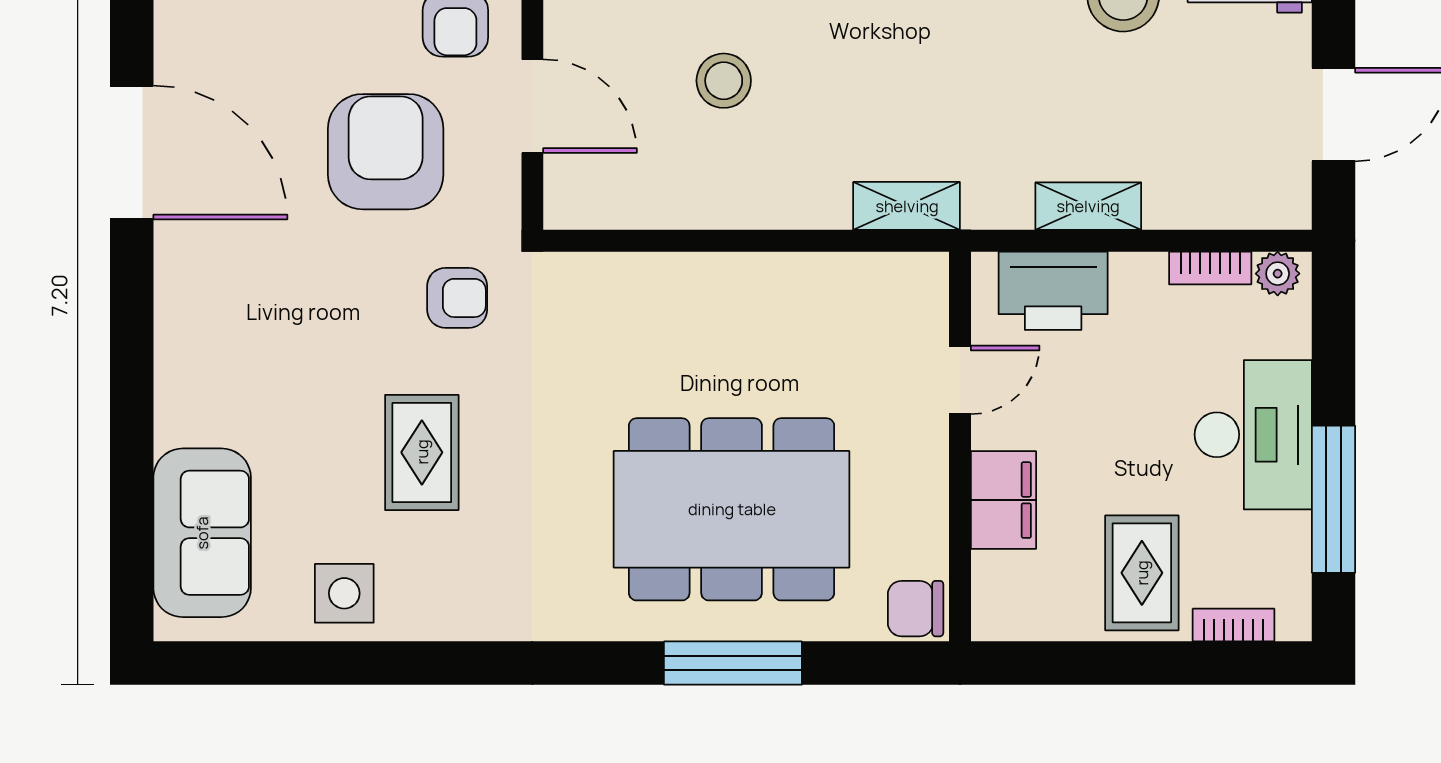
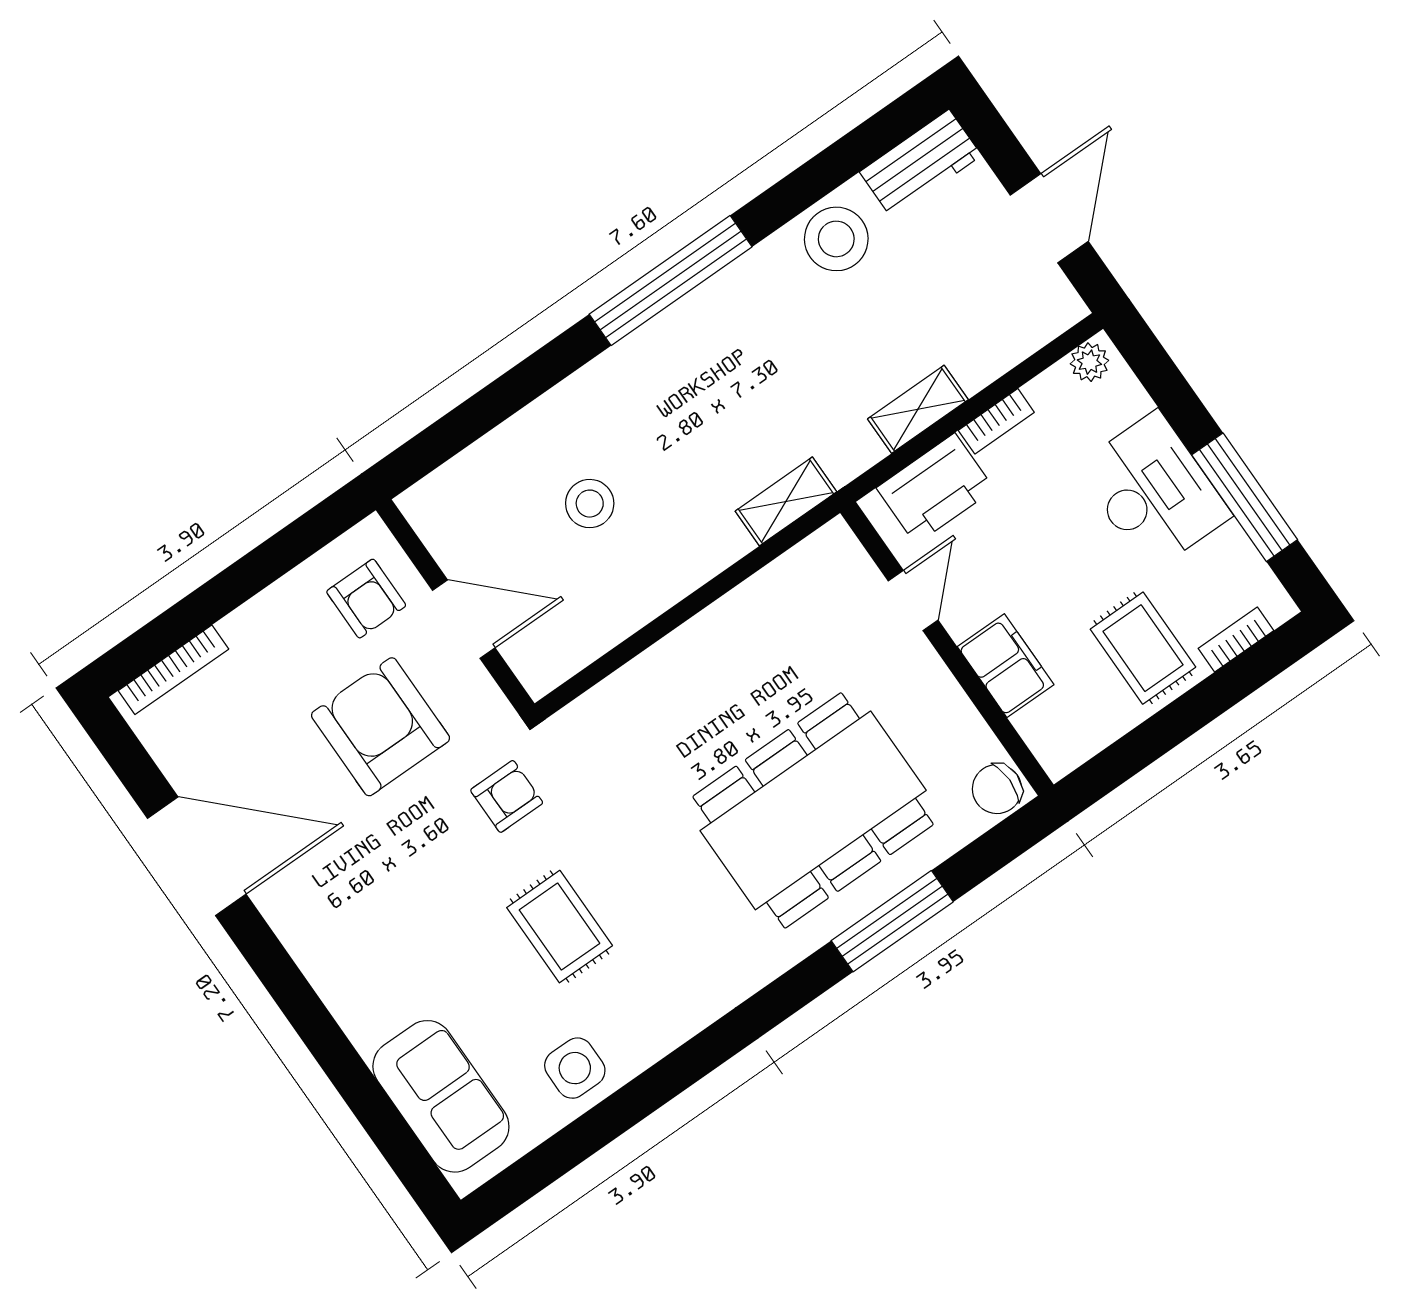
bookcase: (1210, 268) -> (996, 421), moved

